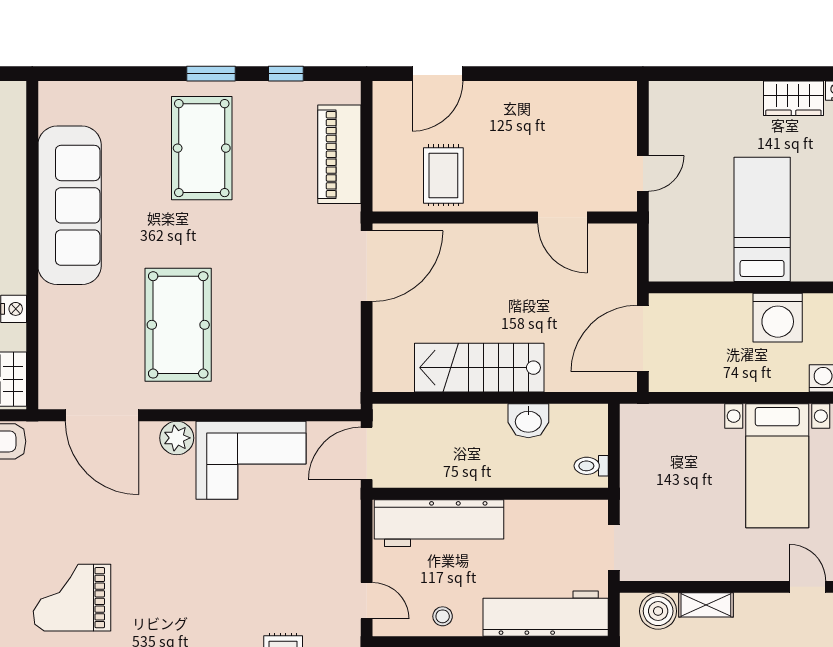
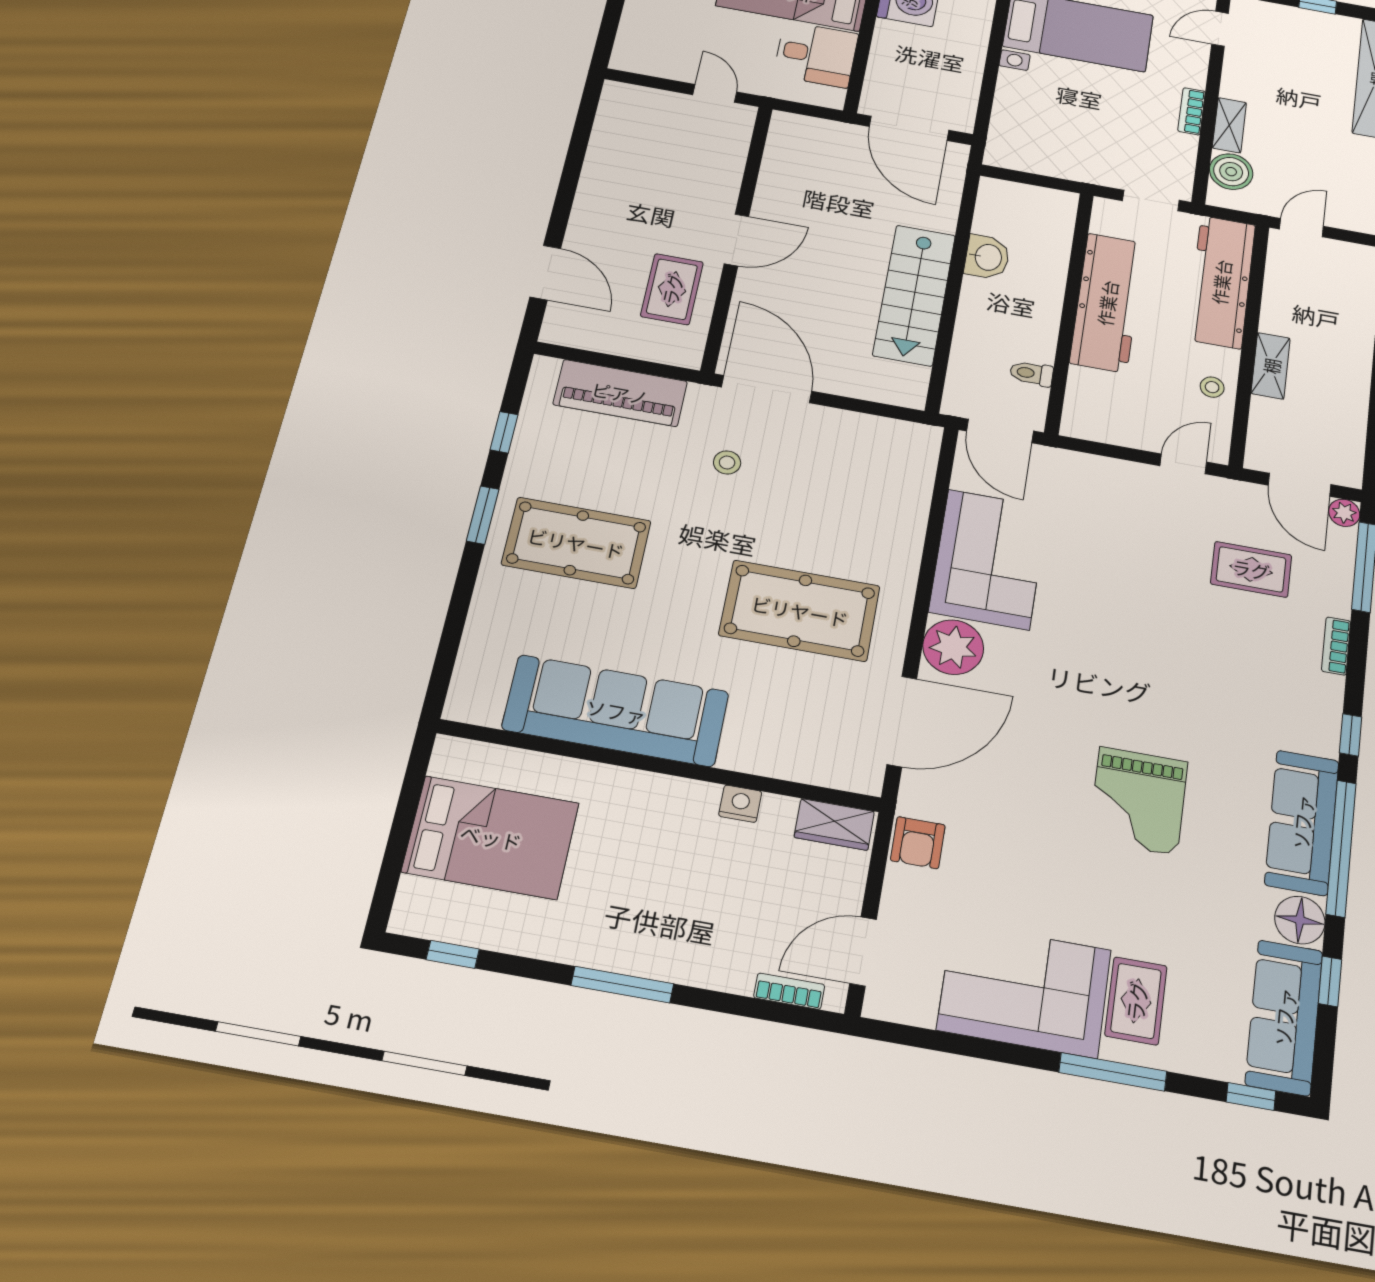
rug: (443, 175) -> (672, 289), turned 90
door: (562, 218) -> (736, 240), moved
stool: (294, 248) -> (727, 462), added
desk: (702, 249) -> (816, 54), added
plant: (177, 438) -> (953, 647), width x1.36, depth x1.36
toilet: (591, 466) -> (1031, 373), moved, turned 90
workbench: (439, 523) -> (1107, 303), moved
bookcase: (713, 572) -> (1192, 111), added

